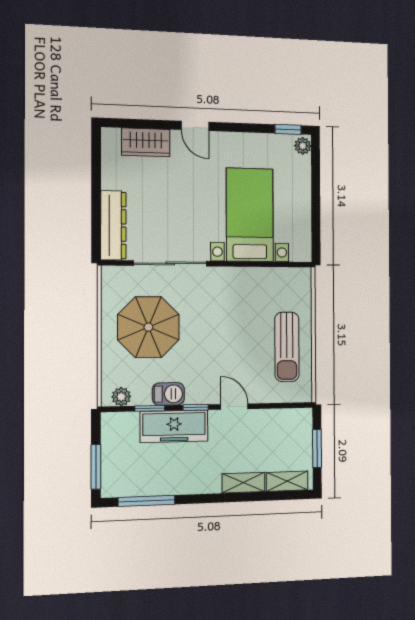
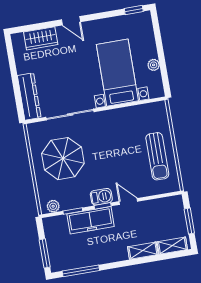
plant: (303, 146) -> (154, 65), moved
barbecue: (168, 394) -> (101, 197), moved

